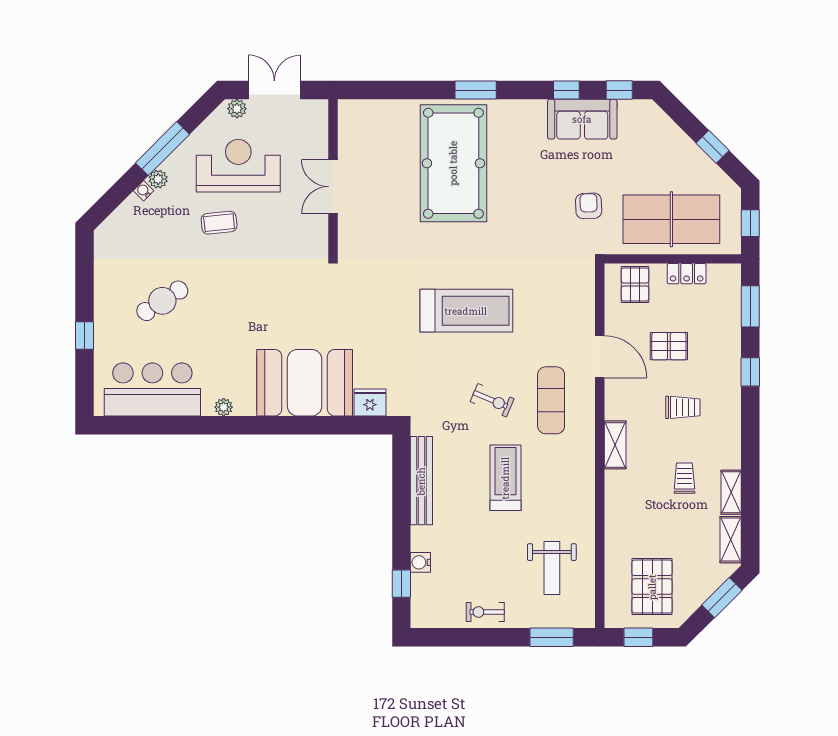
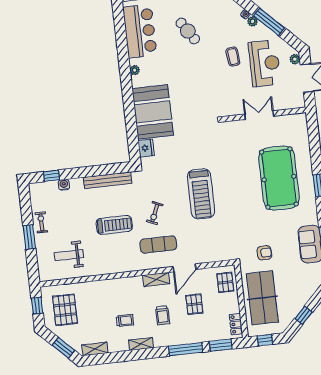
pool table: (453, 163) -> (279, 178), turned 90
locker: (687, 274) -> (236, 324), moved
pallet: (635, 285) -> (225, 282), turned 90
window: (750, 372) -> (186, 349), width x2.17
shelving: (615, 445) -> (156, 279), moved
shelving: (731, 492) -> (141, 344), moved
pallet: (652, 587) -> (65, 310), turned 90
window: (552, 637) -> (29, 237), moved

